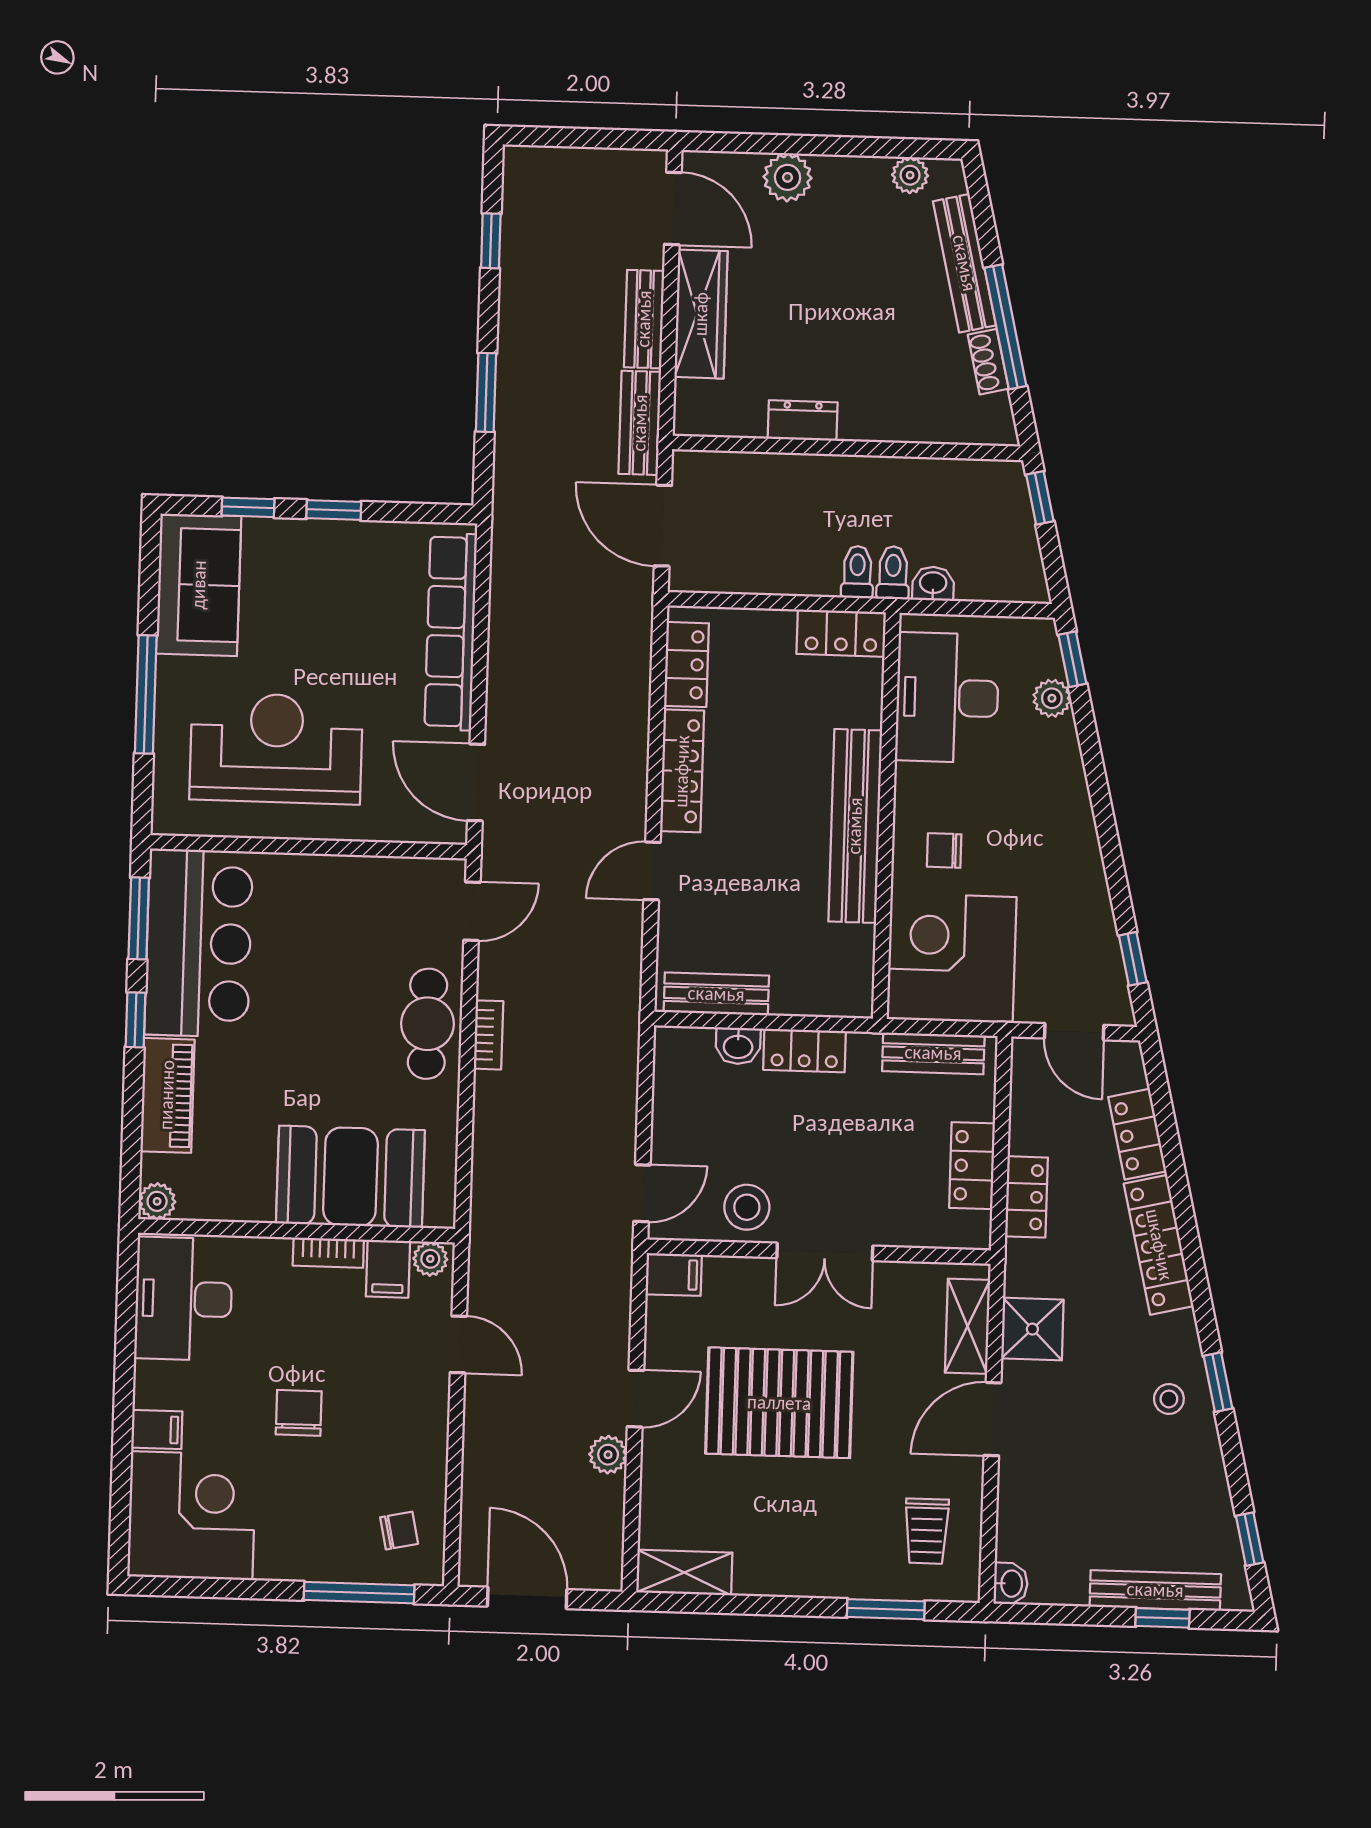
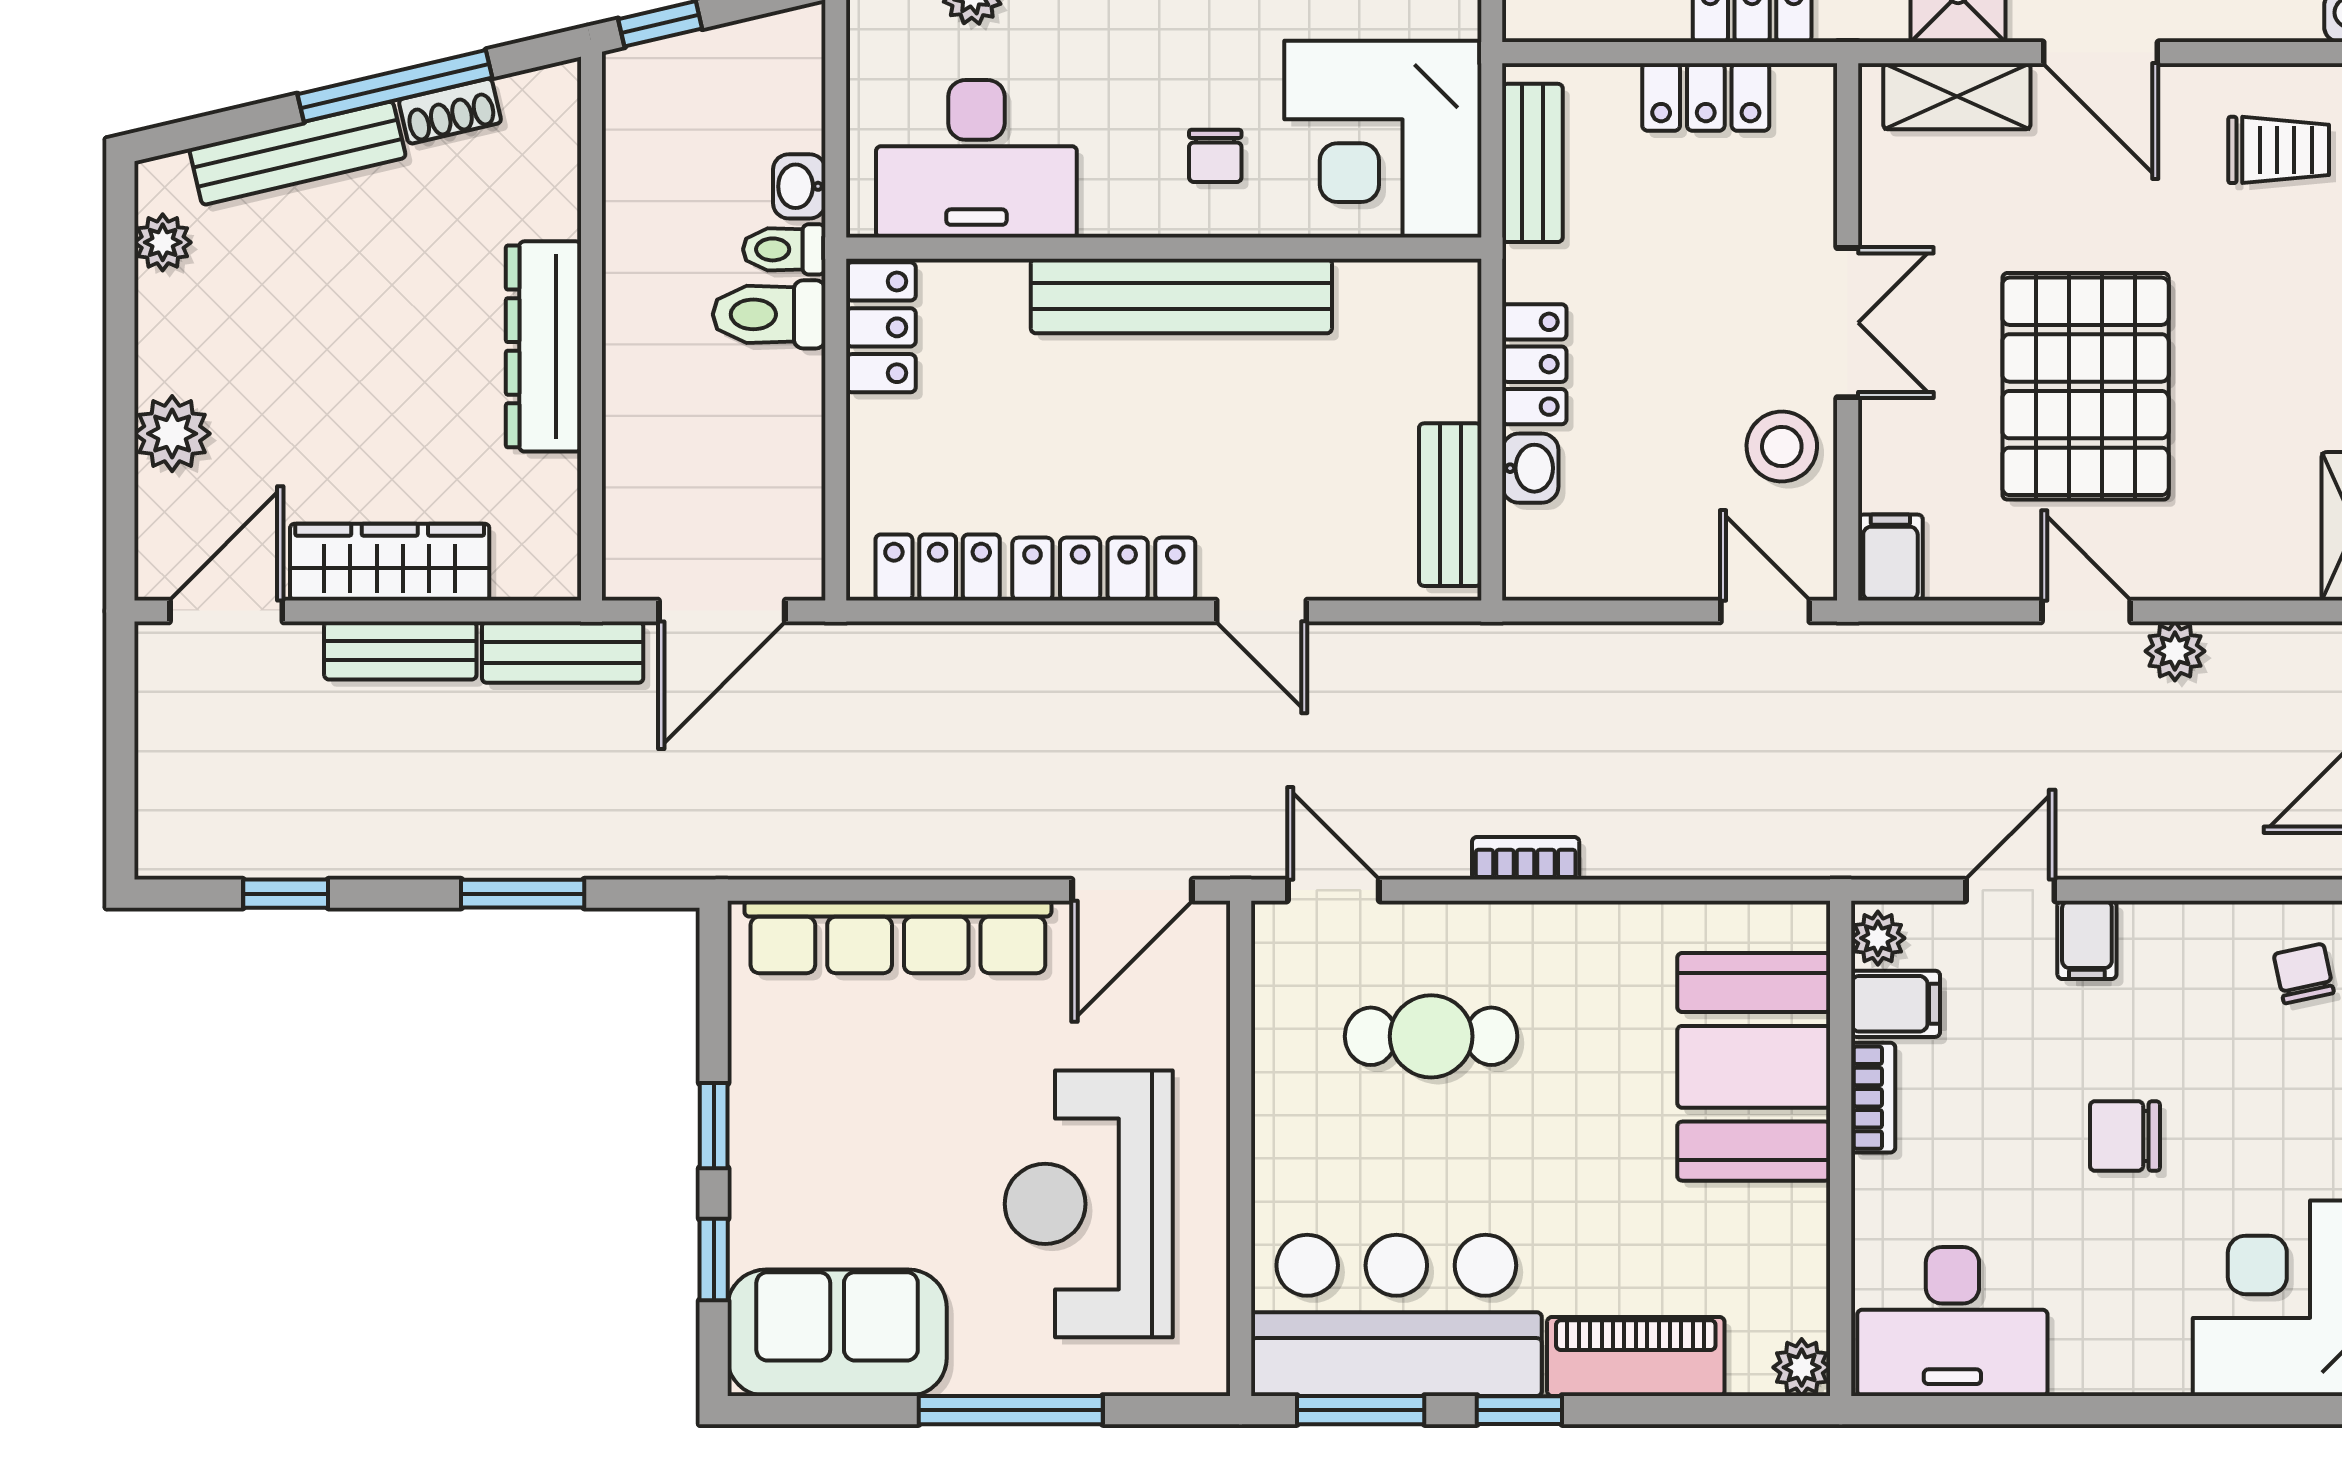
dresser: (803, 420) -> (544, 346), width x1.96, depth x1.24
toilet: (857, 572) -> (769, 314), width x1.37, depth x1.39
cafe table: (427, 1024) -> (1431, 1036), moved
filing cabinet: (157, 1429) -> (2087, 940), moved, turned 180

